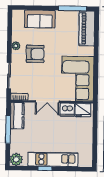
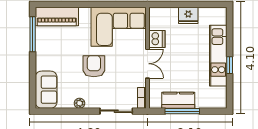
sofa: (40, 19) -> (46, 90), moved
armchair: (35, 54) -> (94, 66), moved
fridge: (83, 110) -> (188, 15), moved, turned 90
kitchen counter: (17, 116) -> (178, 100), moved
plant: (16, 159) -> (219, 101), removed

